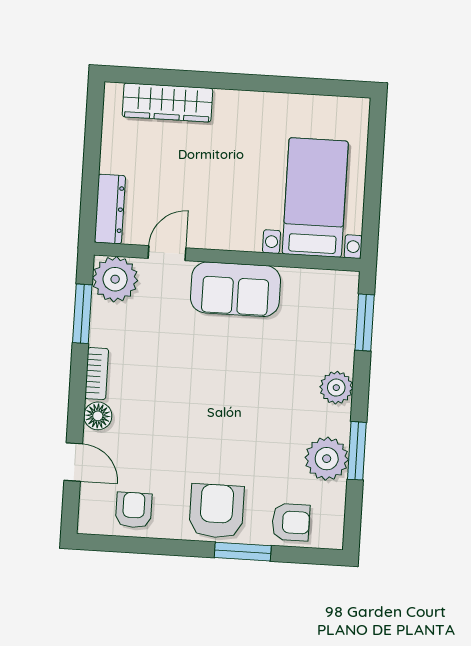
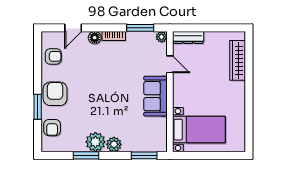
plant: (115, 279) -> (162, 37), width x0.53, depth x0.53
plant: (327, 459) -> (95, 142), moved
armchair: (217, 511) -> (55, 94), turned -90

